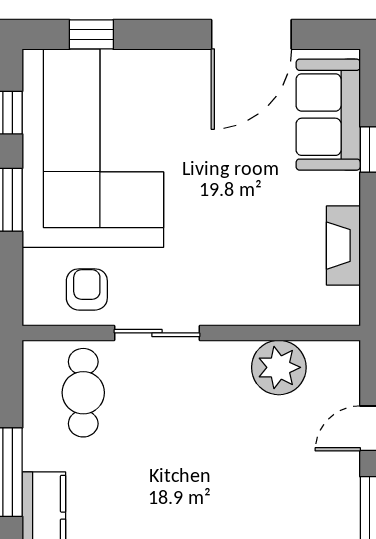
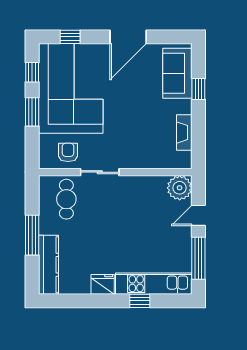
door: (251, 34) -> (128, 37), moved
plant: (279, 367) -> (180, 188), moved

